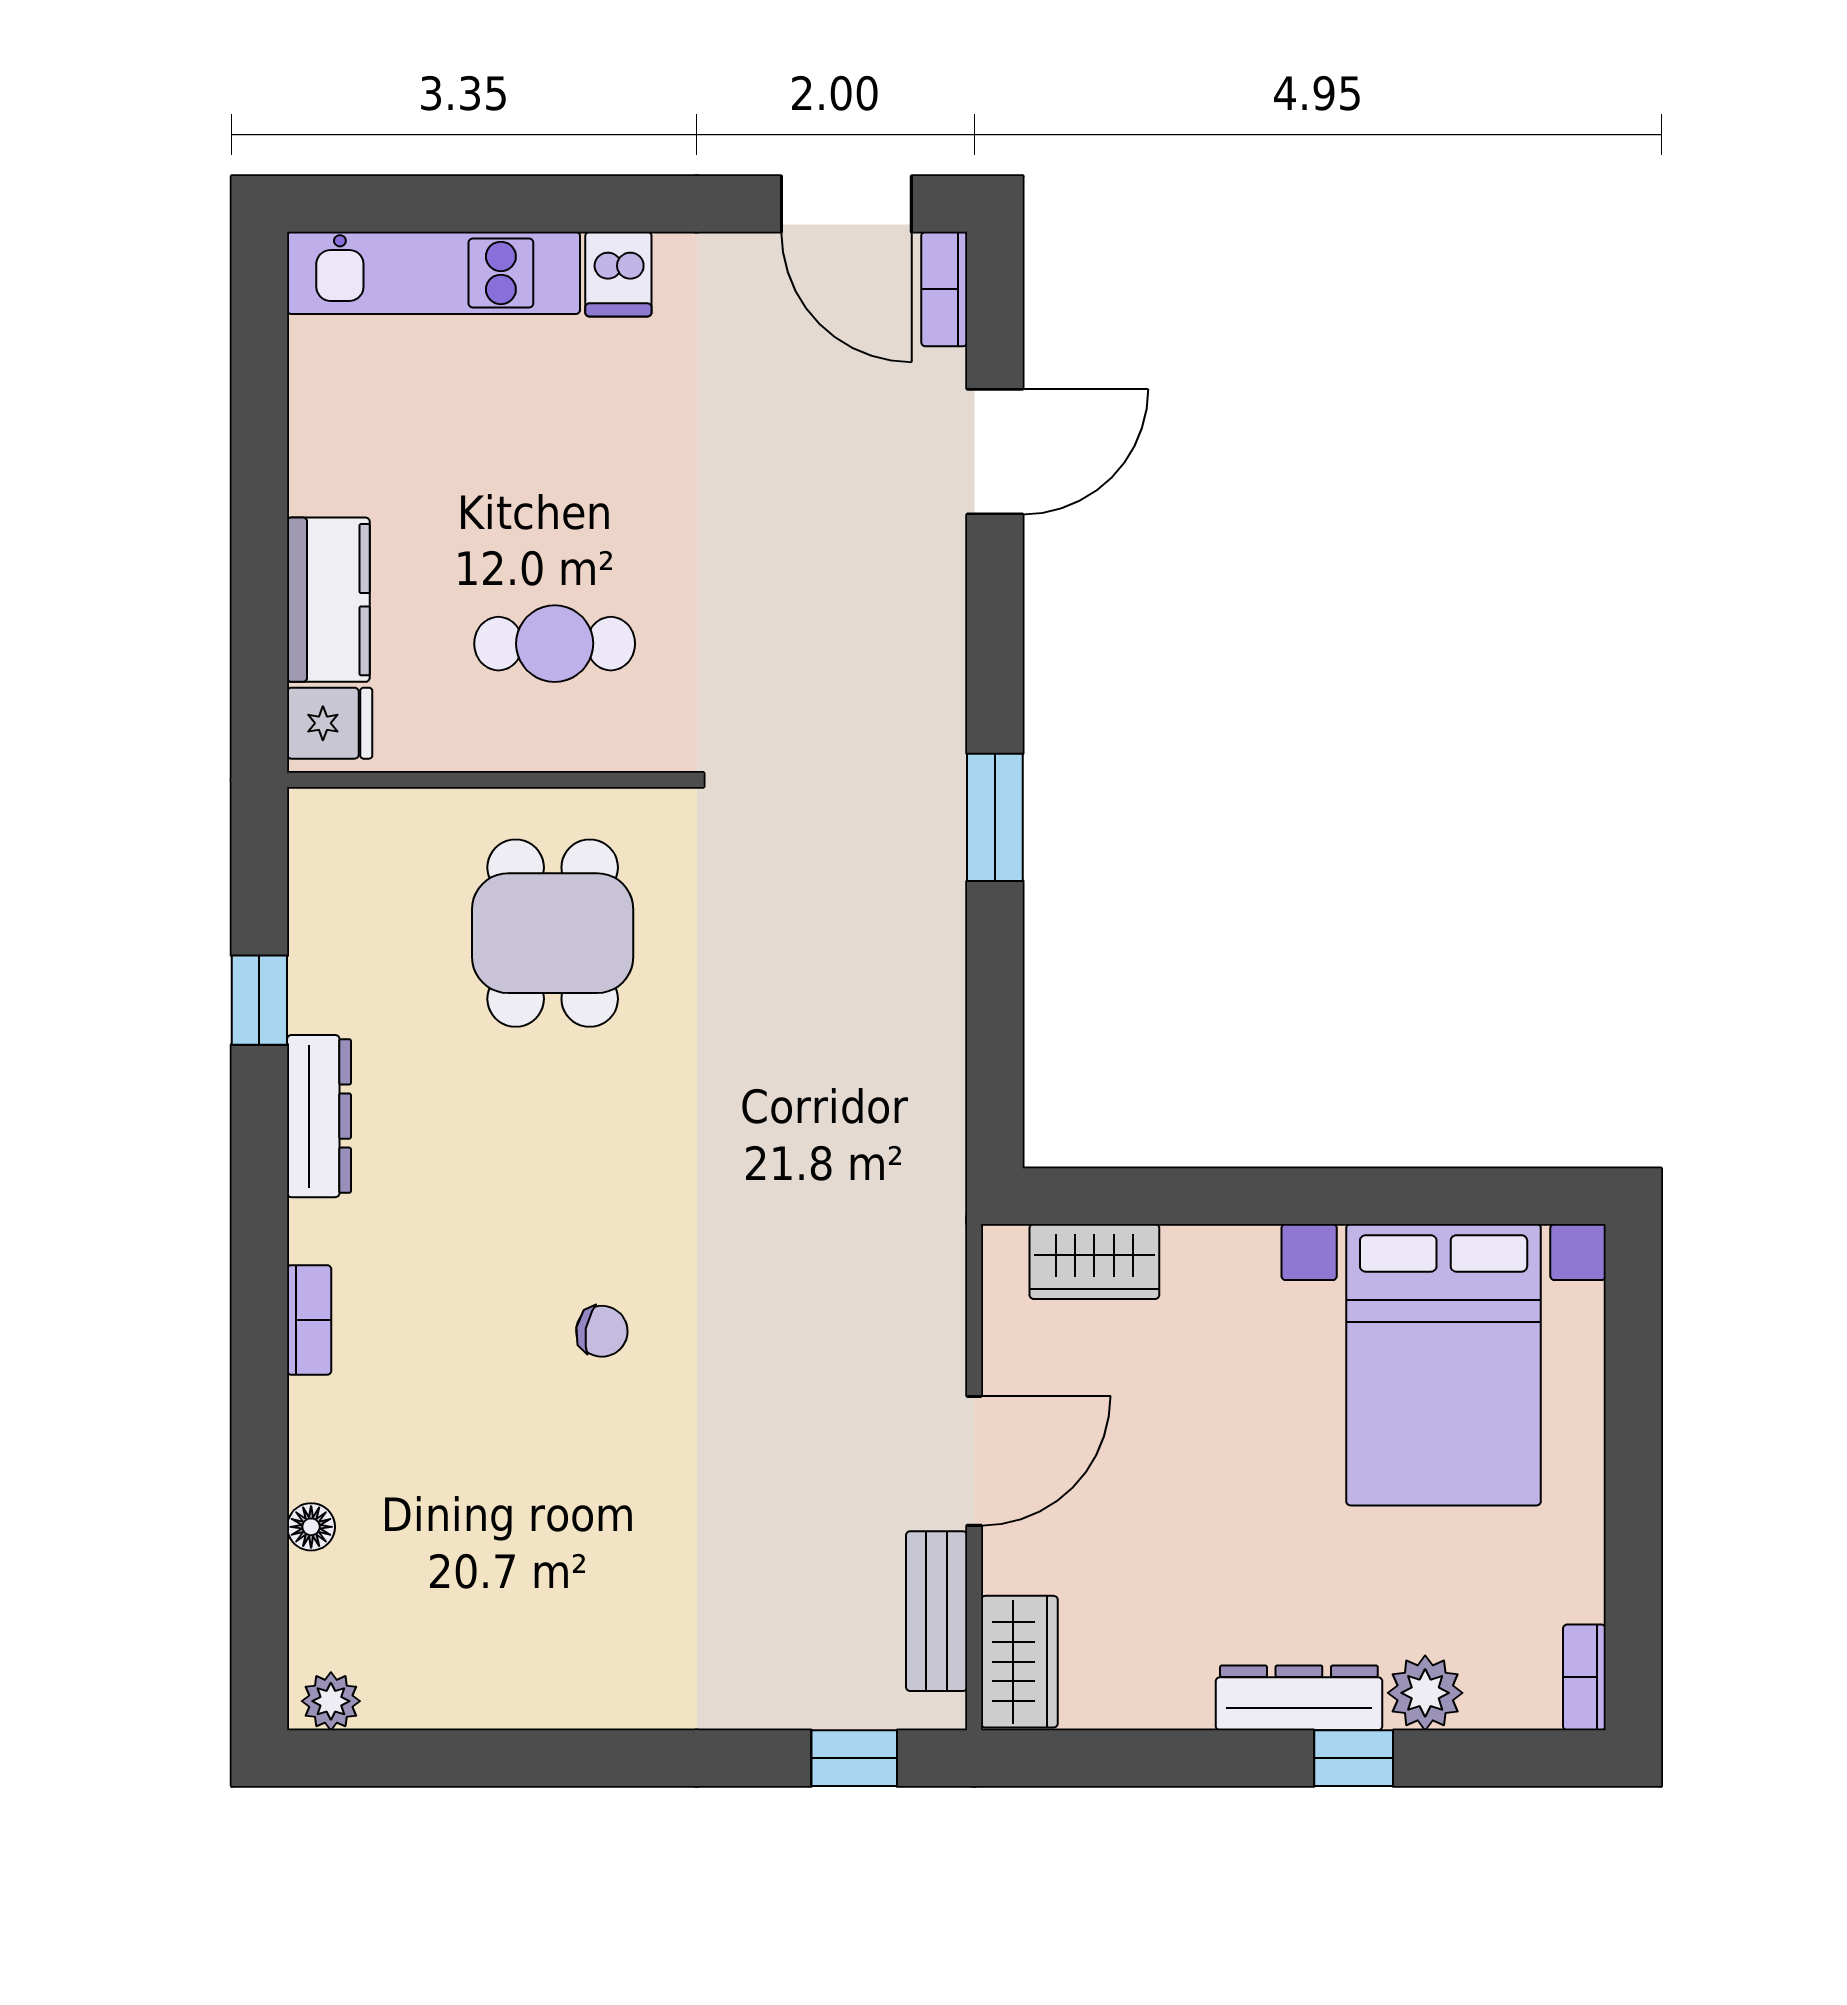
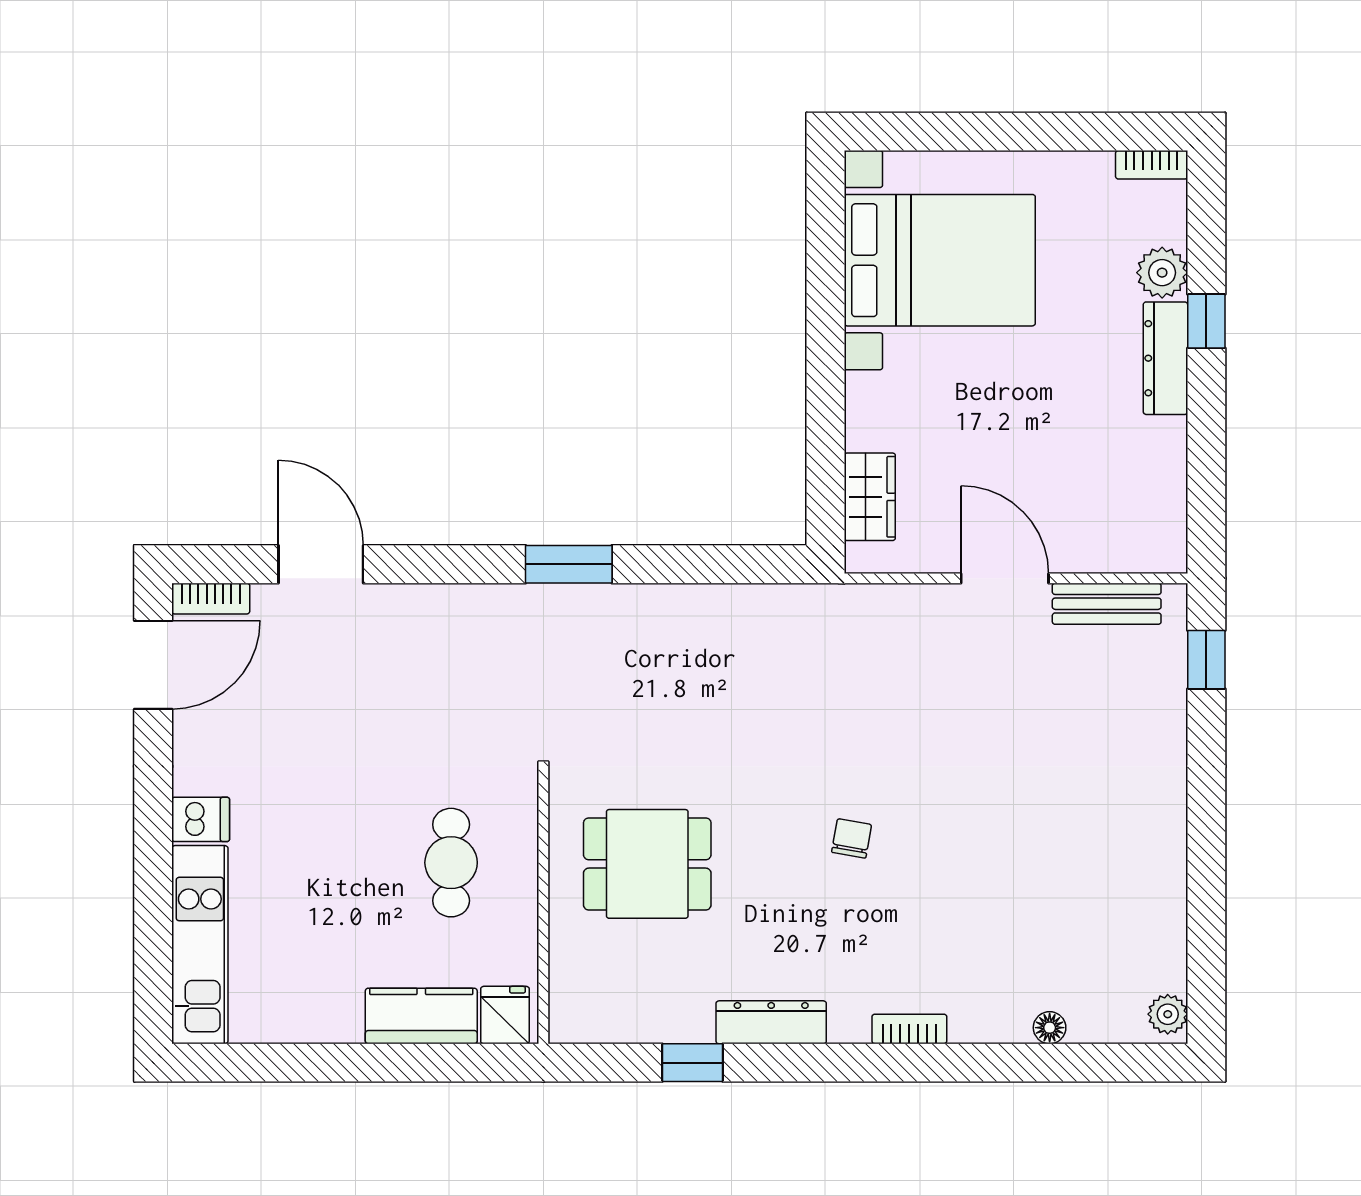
chair: (602, 1331) -> (852, 838), moved
wardrobe: (1019, 1662) -> (1141, 548), removed

